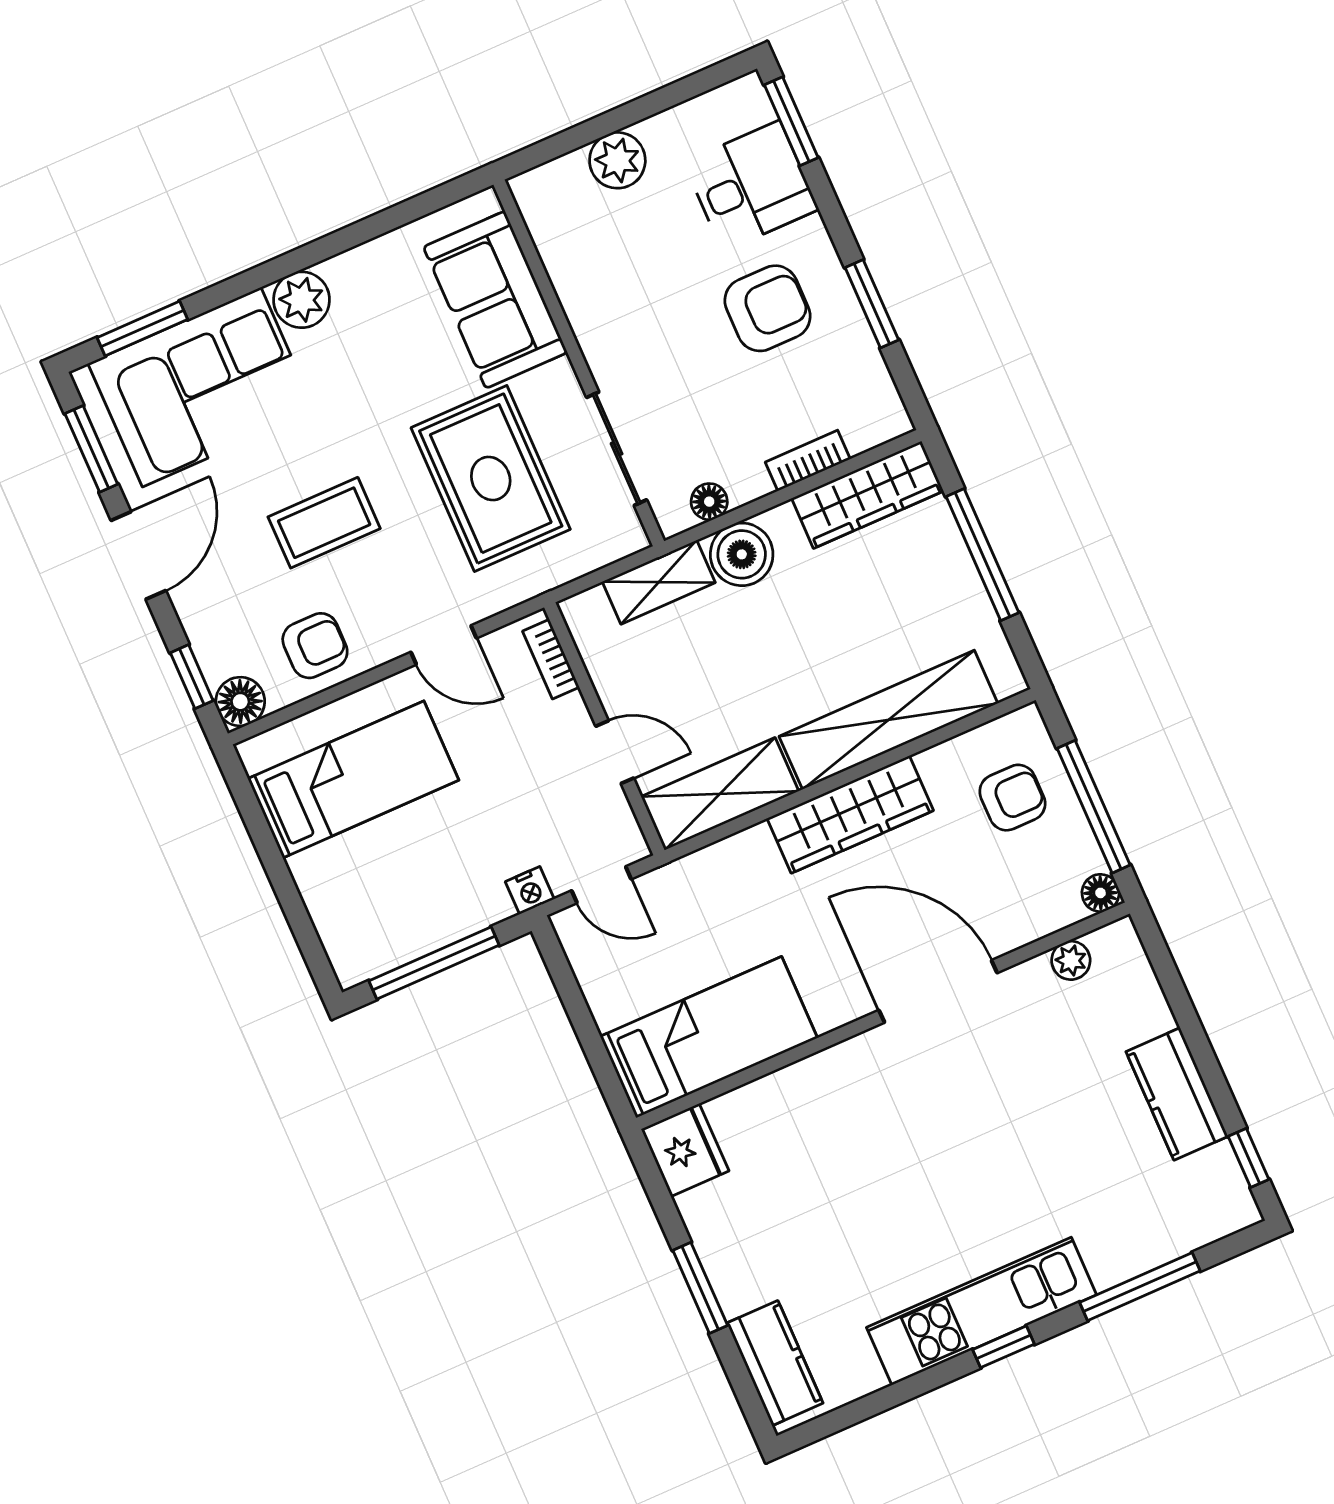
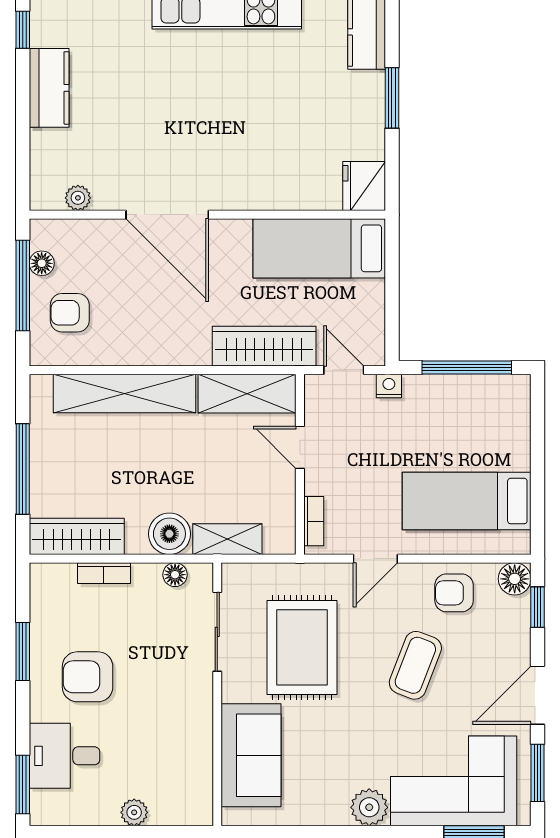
plant: (617, 160) -> (134, 812), width x0.73, depth x0.73
coffee table: (324, 523) -> (415, 665), turned -69
door: (444, 645) -> (375, 559), swing flipped
wardrobe: (850, 814) -> (264, 346), moved
floor lamp: (1100, 893) -> (42, 263), moved

